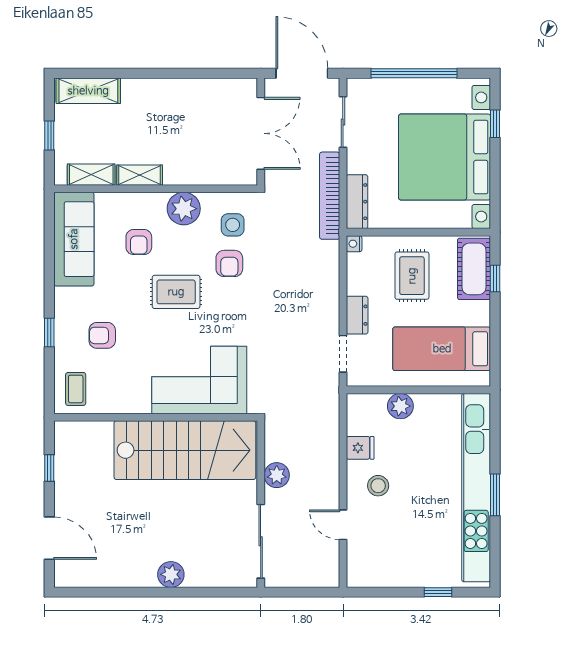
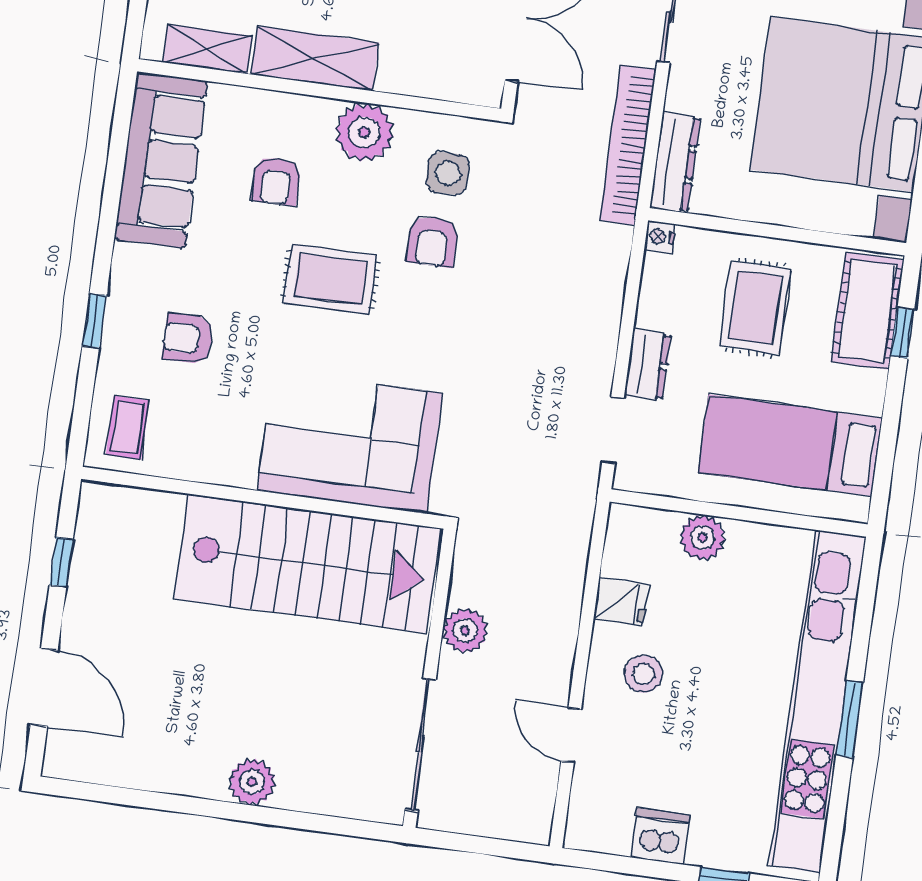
shelving: (140, 175) -> (315, 58), width x1.50, depth x1.33
dishwasher: (400, 574) -> (660, 836), added

